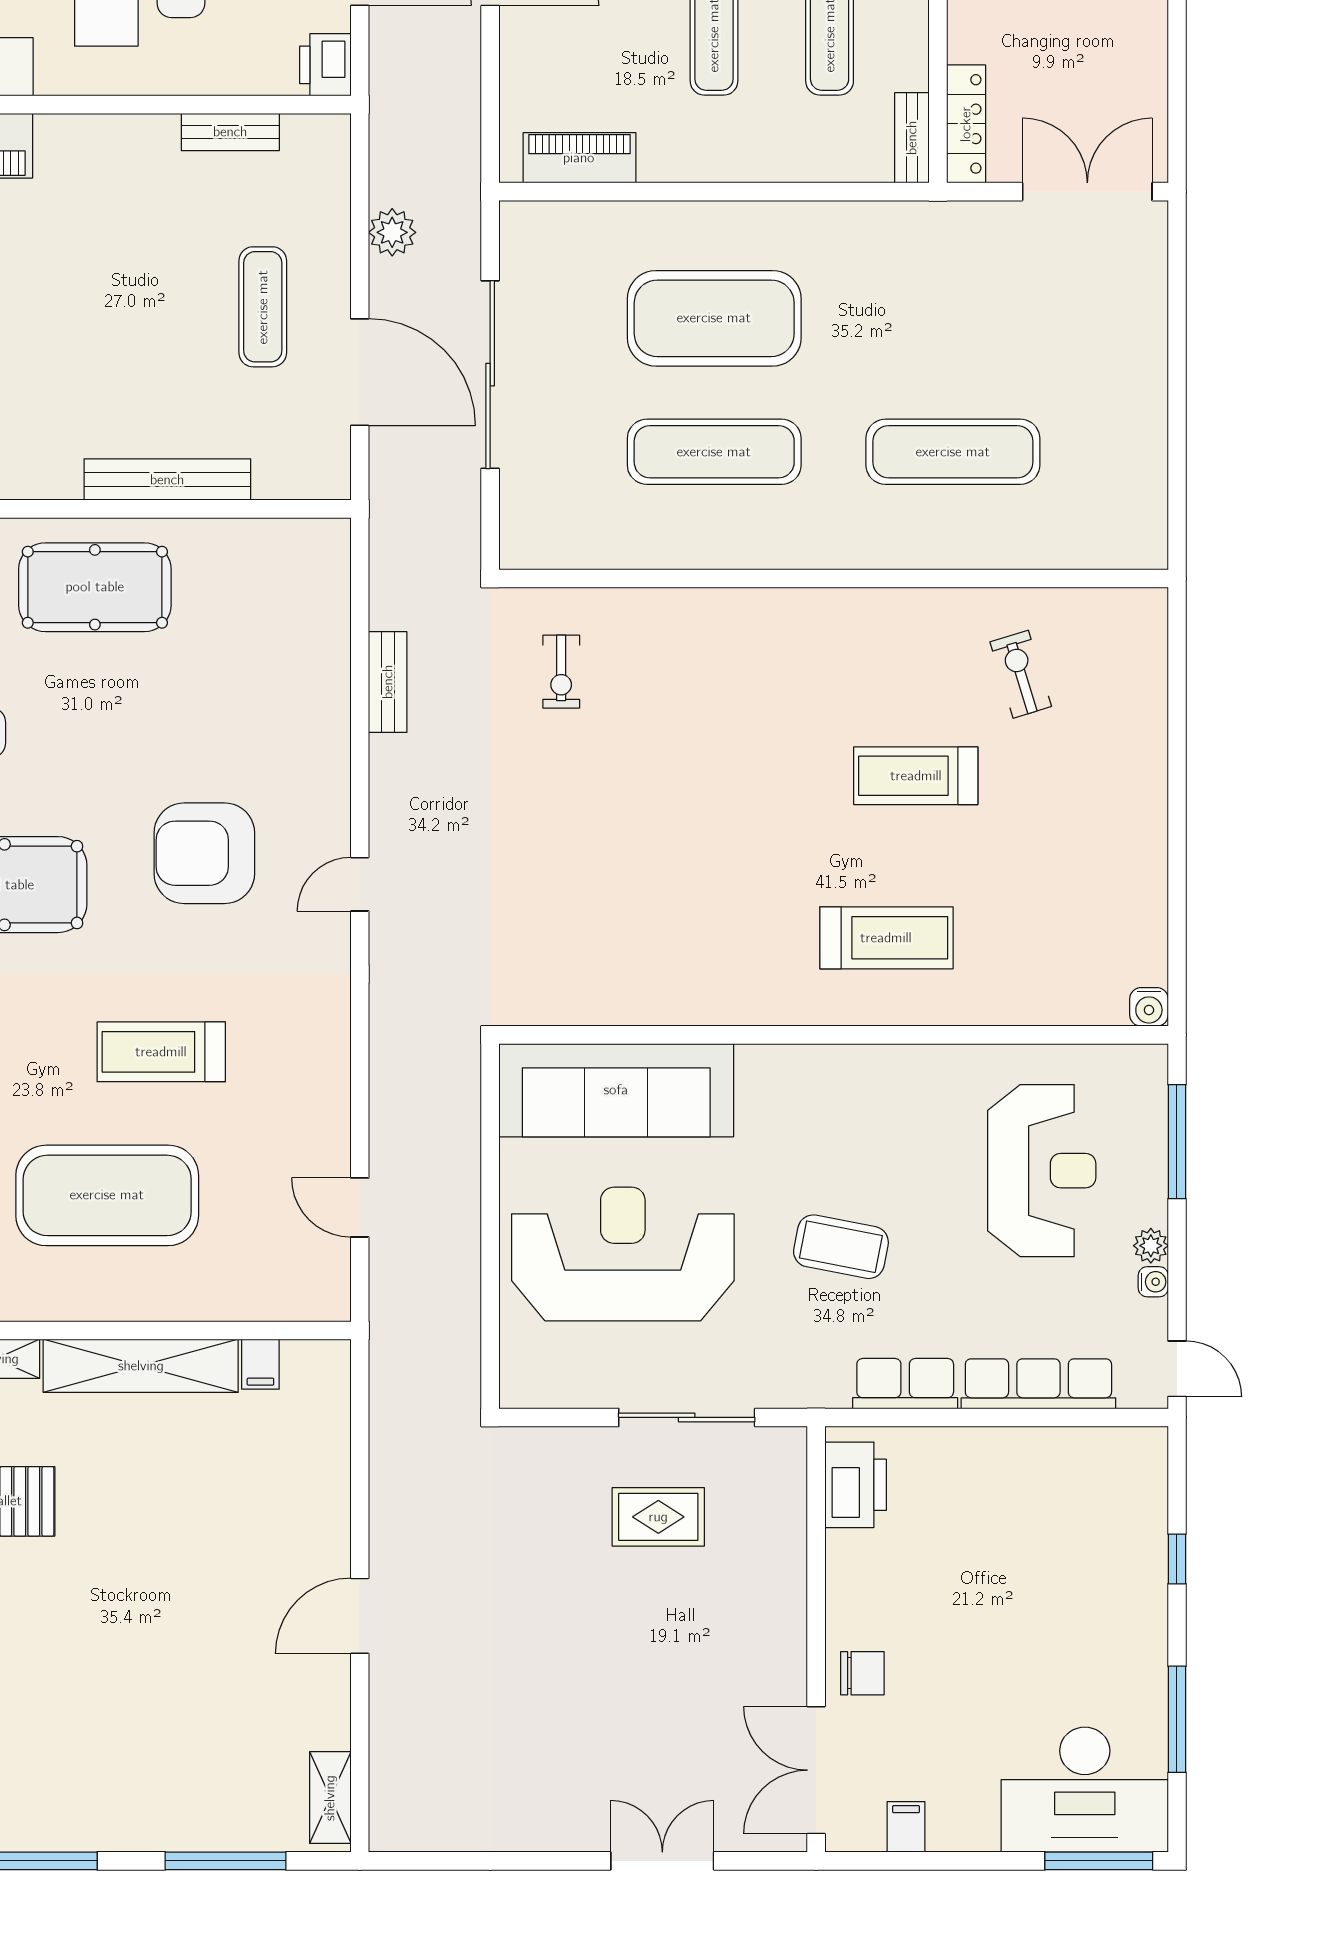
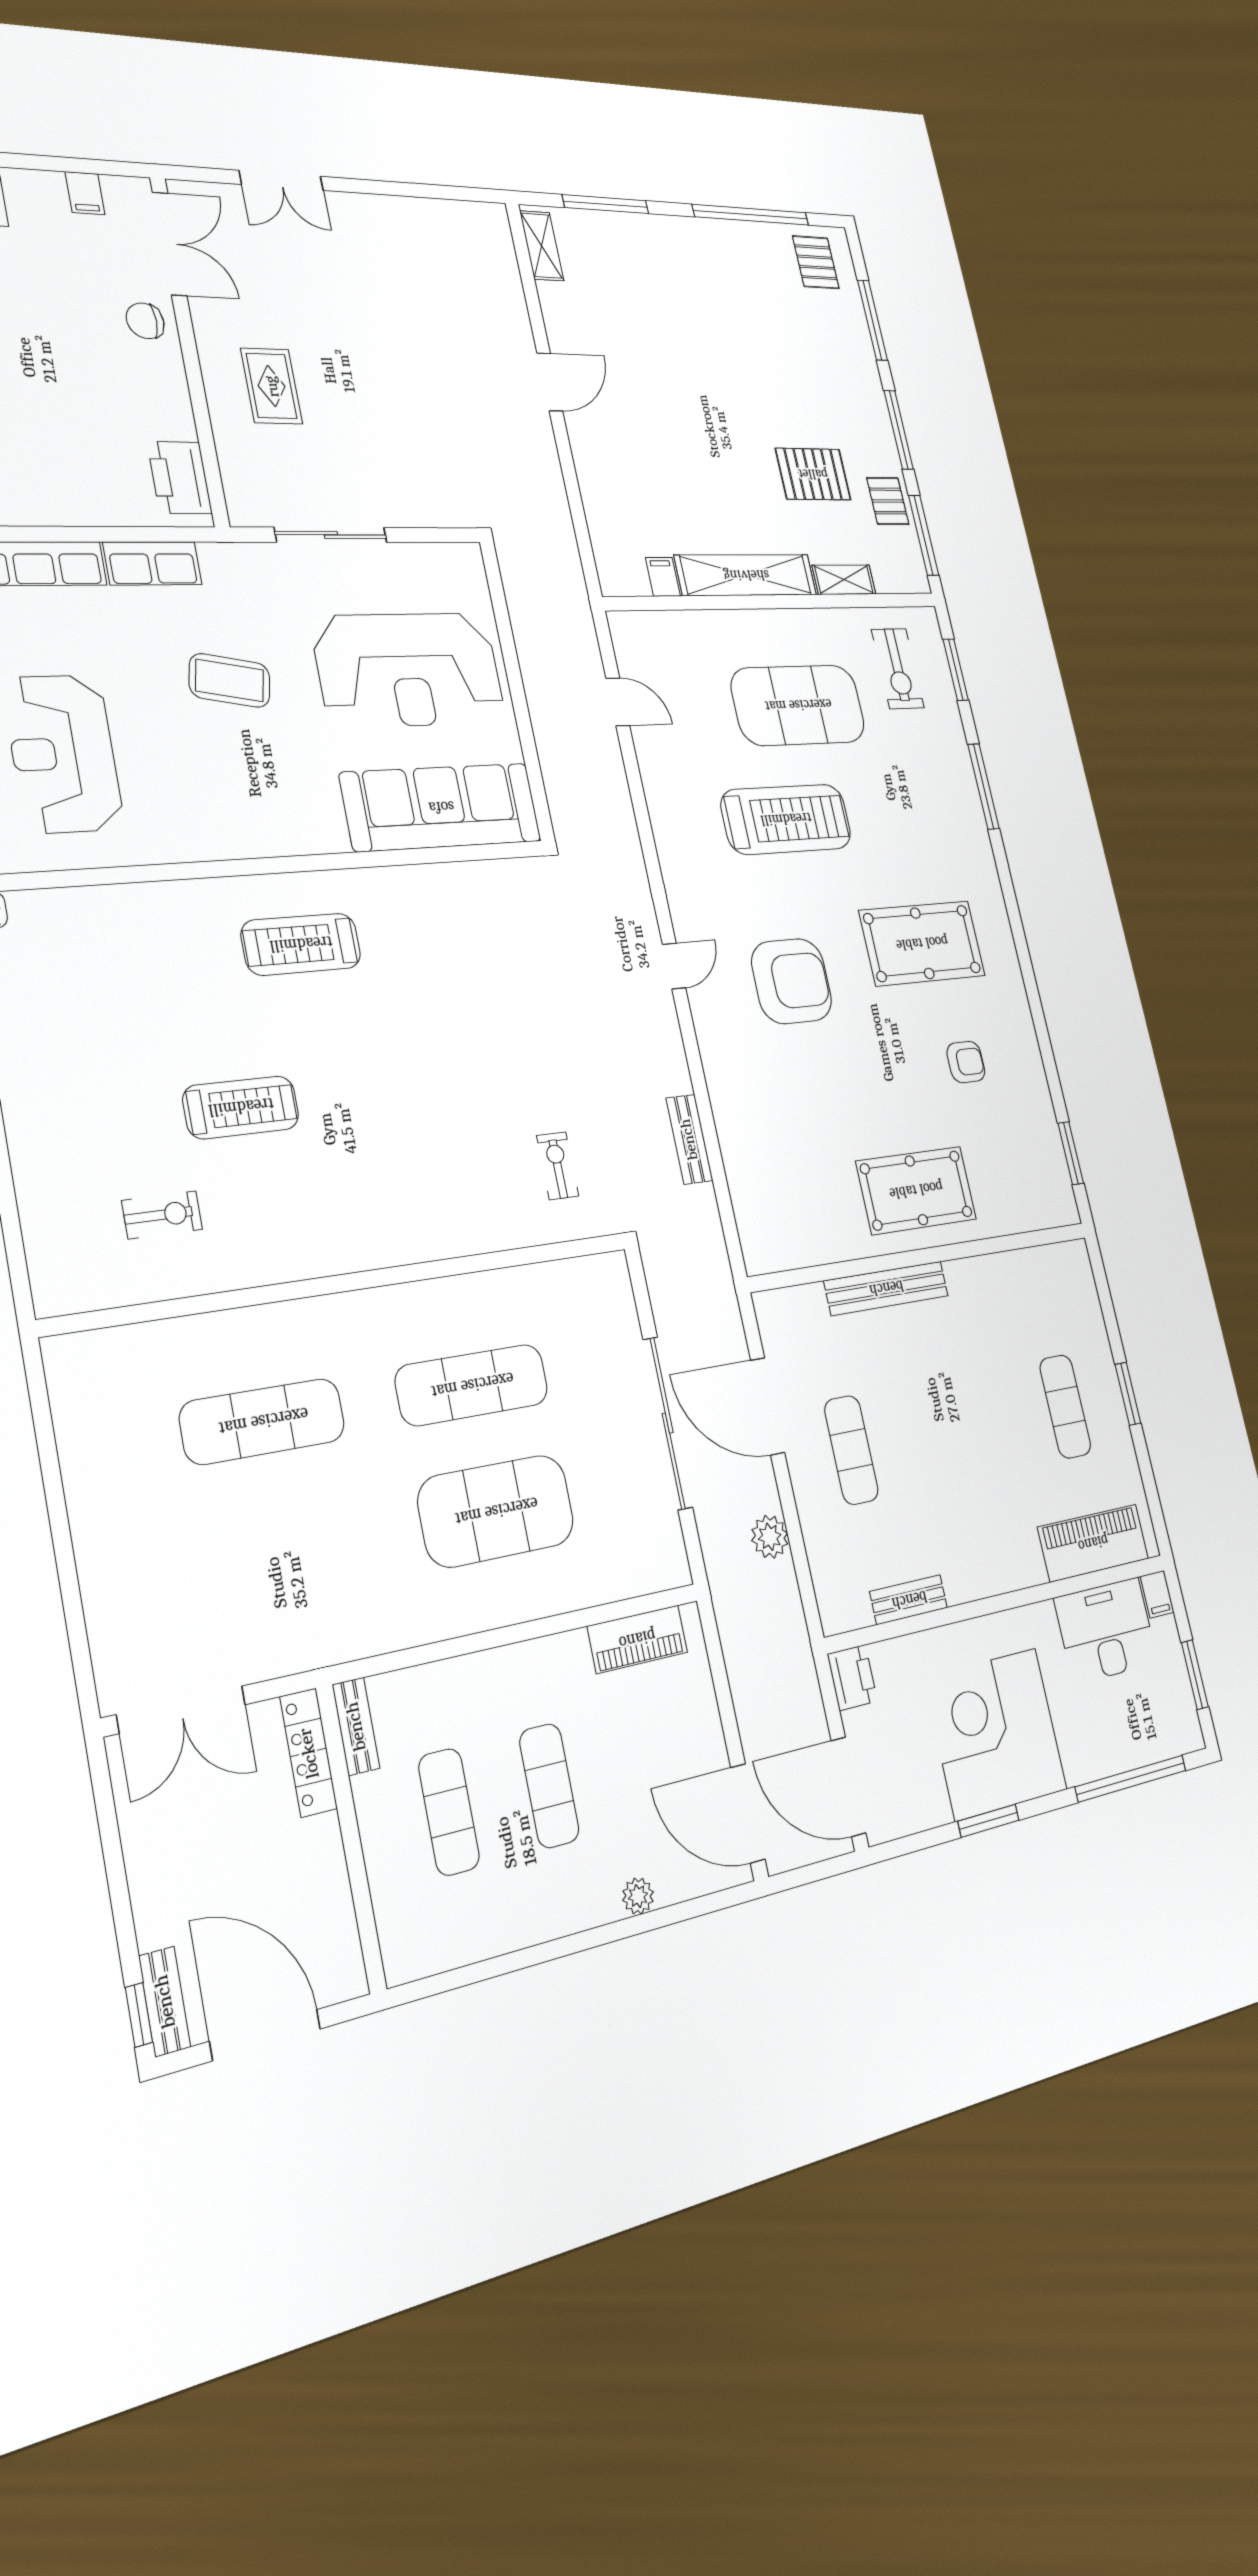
exercise bike: (1021, 674) -> (162, 1215), turned -73
treadmill: (886, 938) -> (301, 944), moved
treadmill: (161, 1052) -> (786, 819), width x1.37, depth x1.38
rug: (658, 1517) -> (272, 386), moved, turned 90

